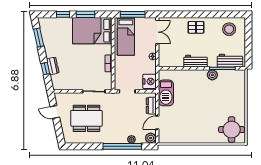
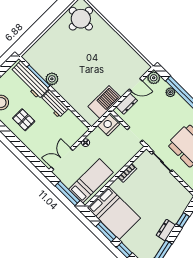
pallet: (196, 27) -> (24, 120), moved
workbench: (230, 61) -> (30, 80), width x1.38
dresser: (53, 66) -> (166, 230), moved

